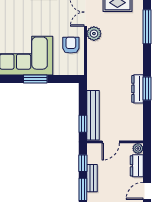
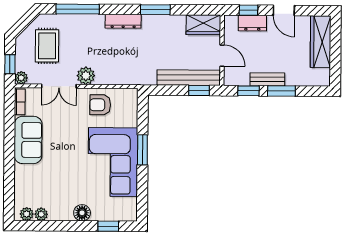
dresser: (137, 89) -> (123, 21), moved
wardrobe: (135, 127) -> (203, 25), added
plant: (138, 148) -> (231, 22), removed
window: (147, 163) -> (248, 10), added

